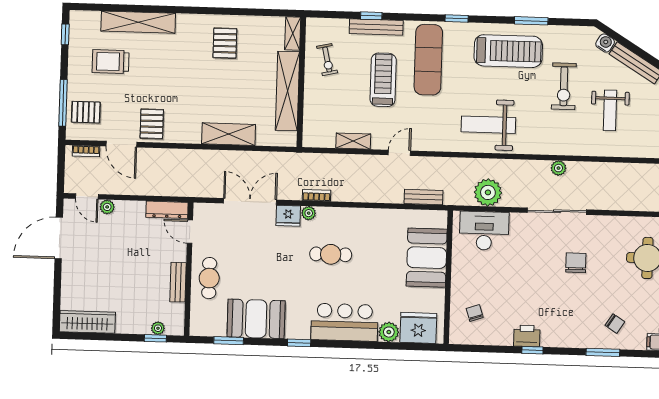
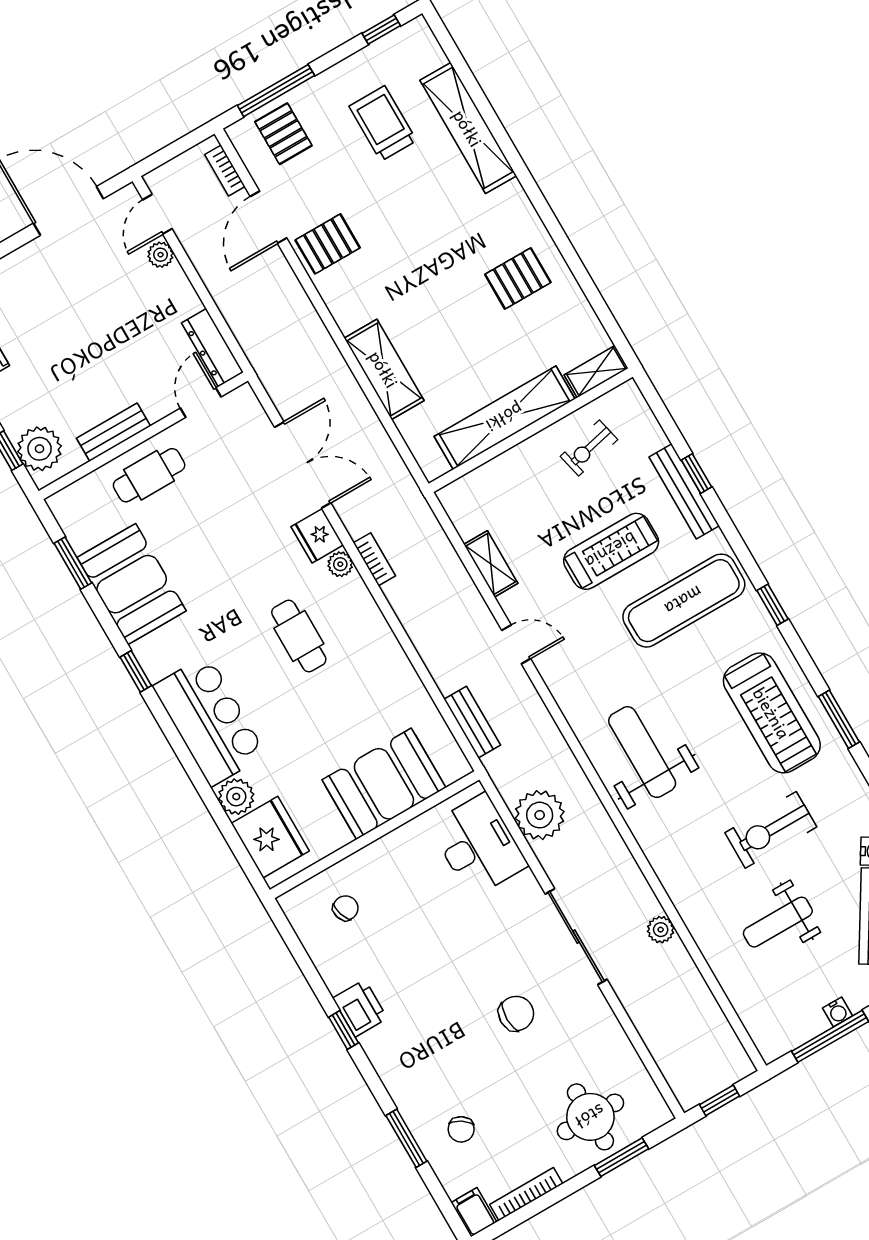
plant: (558, 168) -> (661, 930), moved
plant: (158, 328) -> (40, 449), width x1.88, depth x1.88

